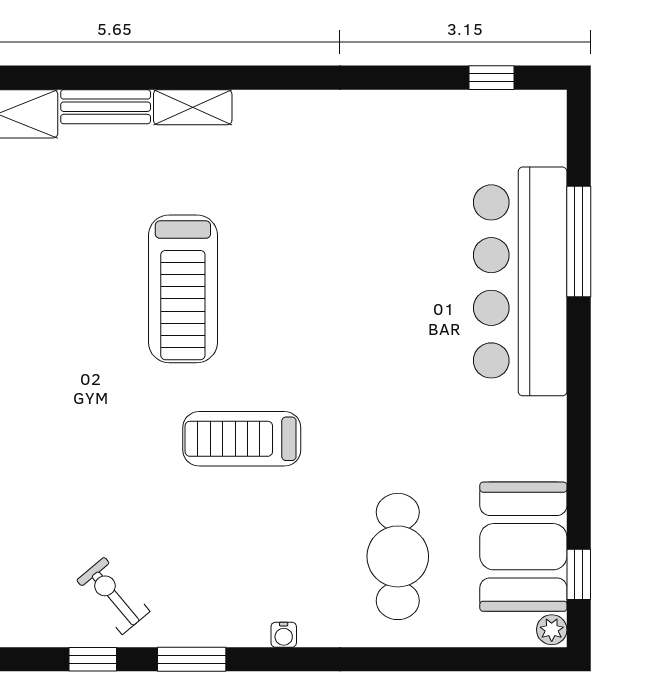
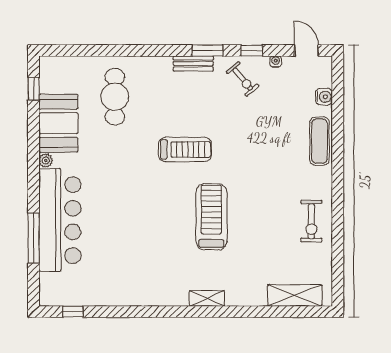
bench: (106, 107) -> (193, 64), moved
booth: (523, 547) -> (58, 123), moved
plant: (552, 630) -> (46, 161), moved
water cooler: (284, 635) -> (276, 62), moved

